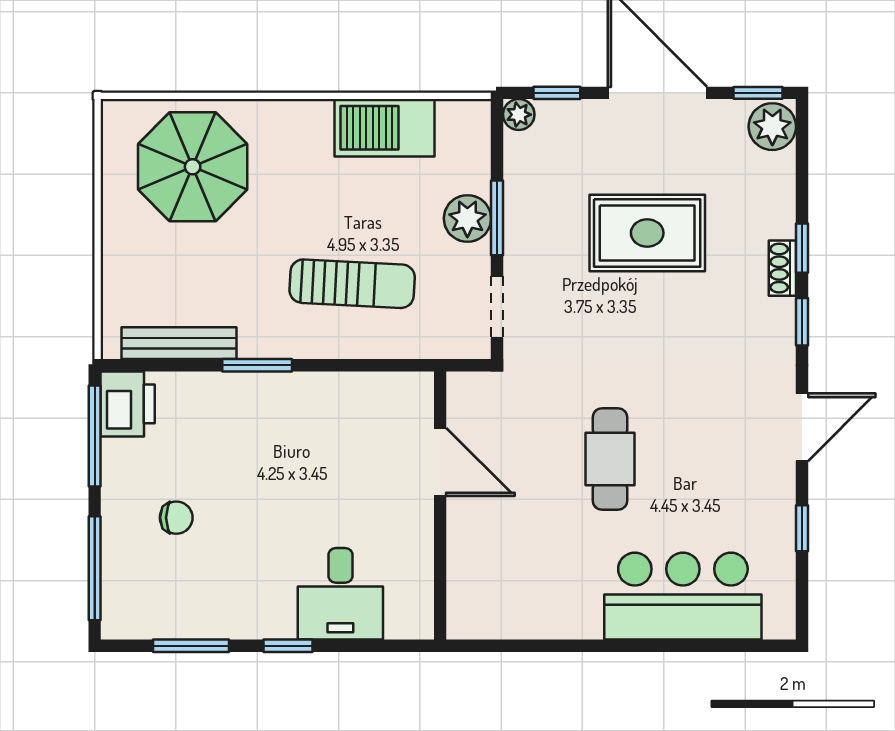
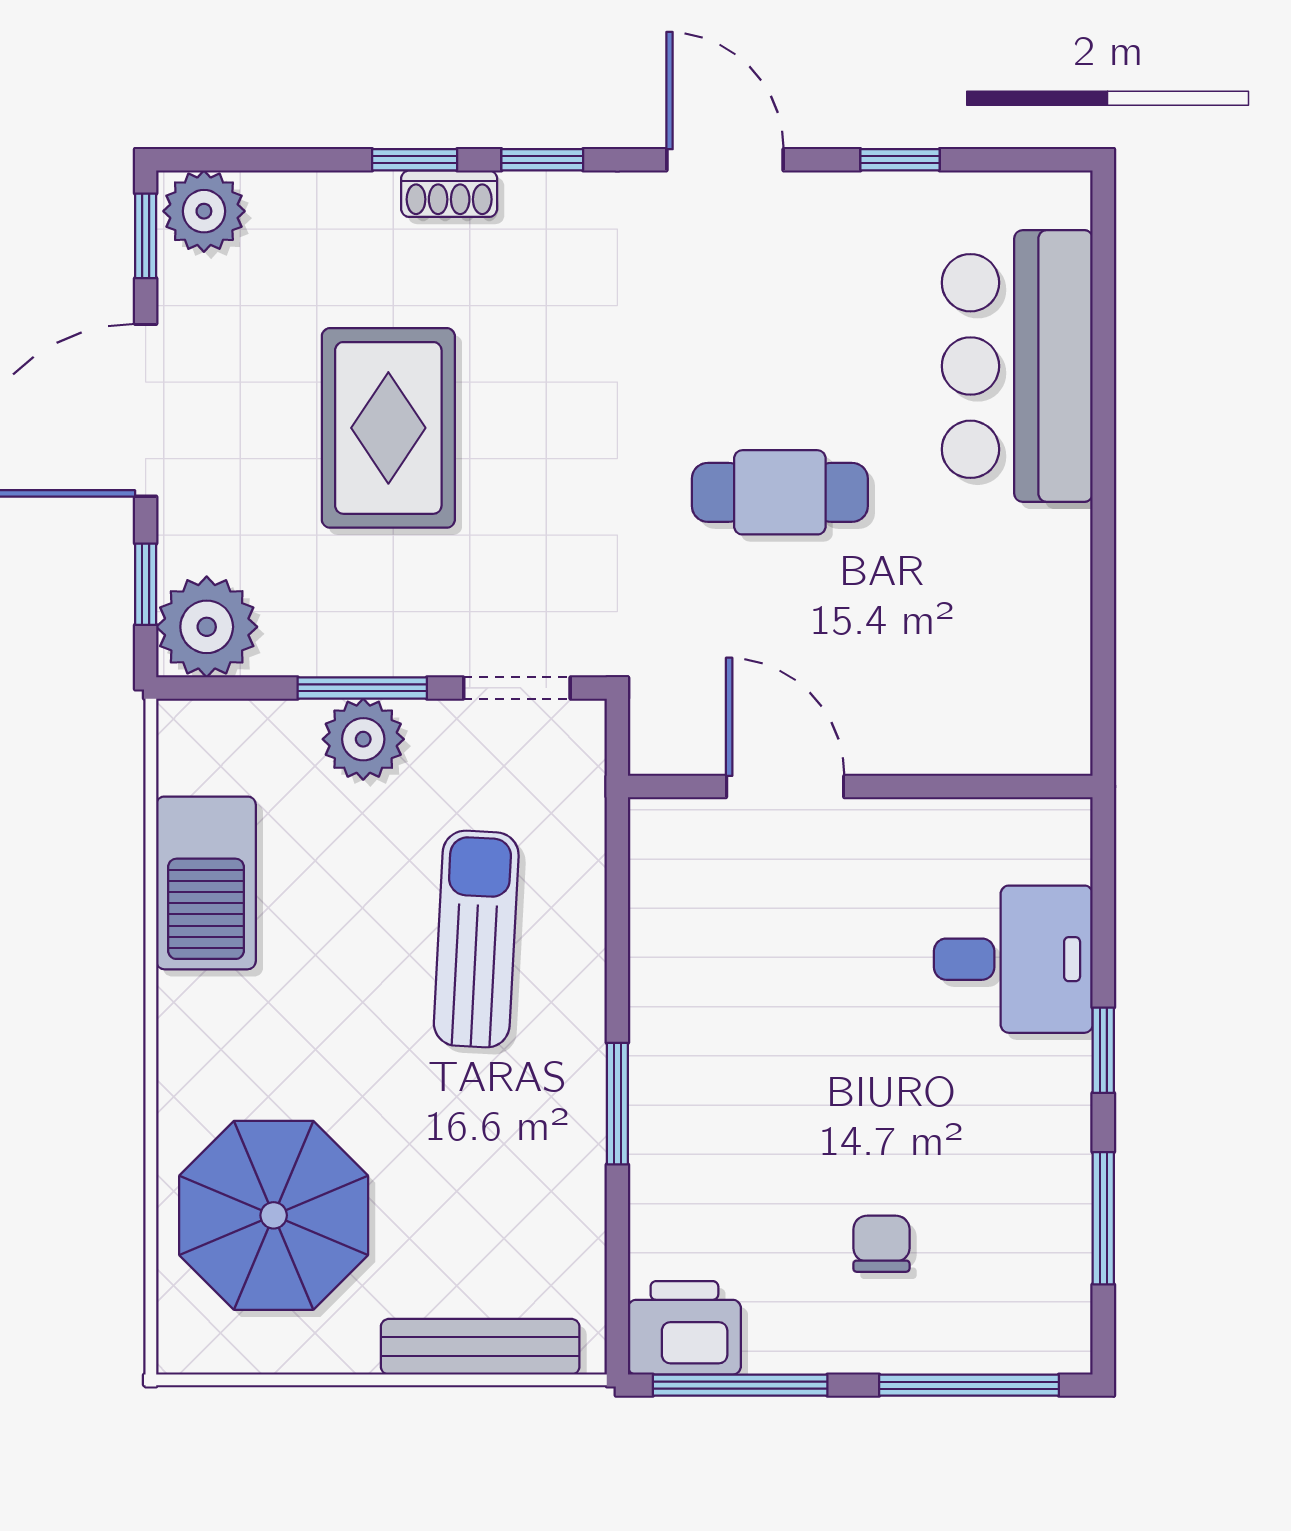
plant: (519, 115) -> (207, 627), width x1.88, depth x1.88
bench: (179, 343) -> (480, 1347), moved, turned 90
door: (440, 462) -> (785, 787), hinge flipped

